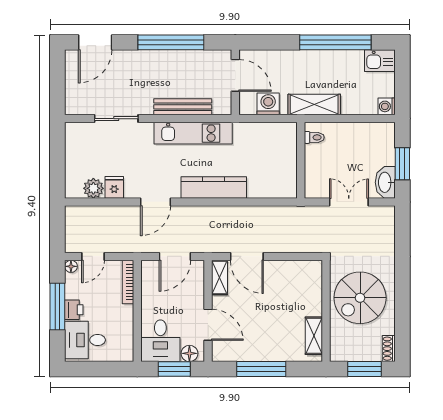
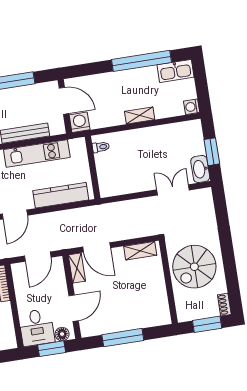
kitchen sink: (380, 61) -> (175, 71), width x1.38
washing machine: (268, 104) -> (80, 122), moved
shelving: (314, 104) -> (140, 115), width x0.67, depth x0.75
toilet: (314, 137) -> (101, 147), moved
wall: (301, 160) -> (93, 167), moved
door: (208, 325) -> (74, 308), hinge flipped
shelving: (314, 336) -> (140, 251), moved, turned 90

